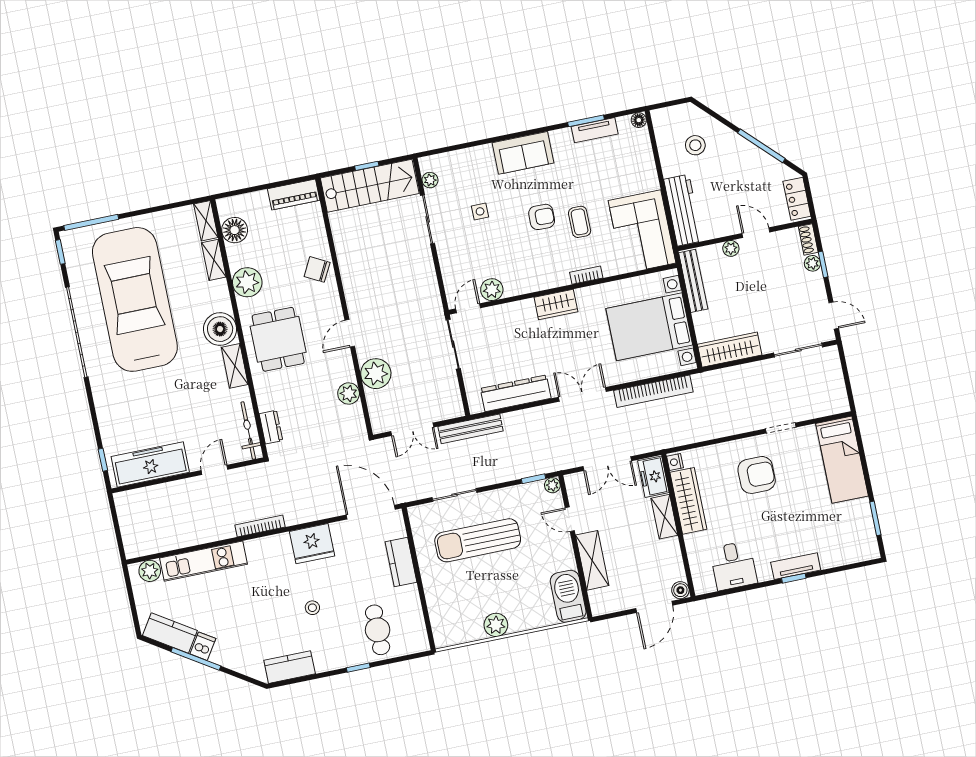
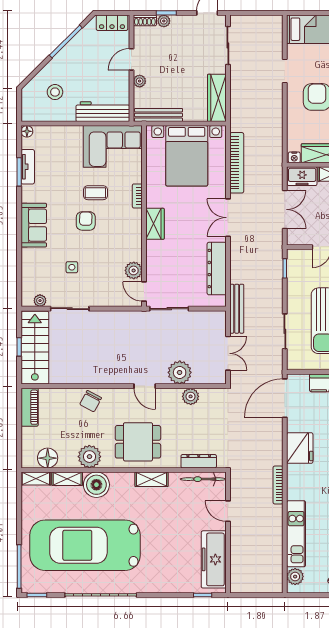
boiler: (220, 329) -> (96, 485), moved
dresser: (271, 427) -> (199, 461), width x1.44
plant: (552, 485) -> (293, 255), removed

